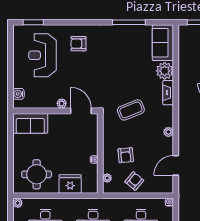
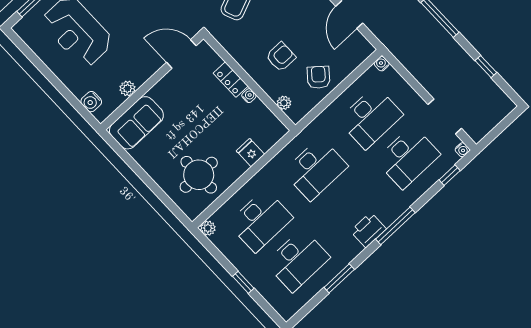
plant: (62, 103) -> (127, 88), moved
locker: (93, 144) -> (231, 80), added
armchair: (126, 155) -> (281, 57), turned -85
fridge: (70, 184) -> (250, 153), width x0.53, depth x0.75

